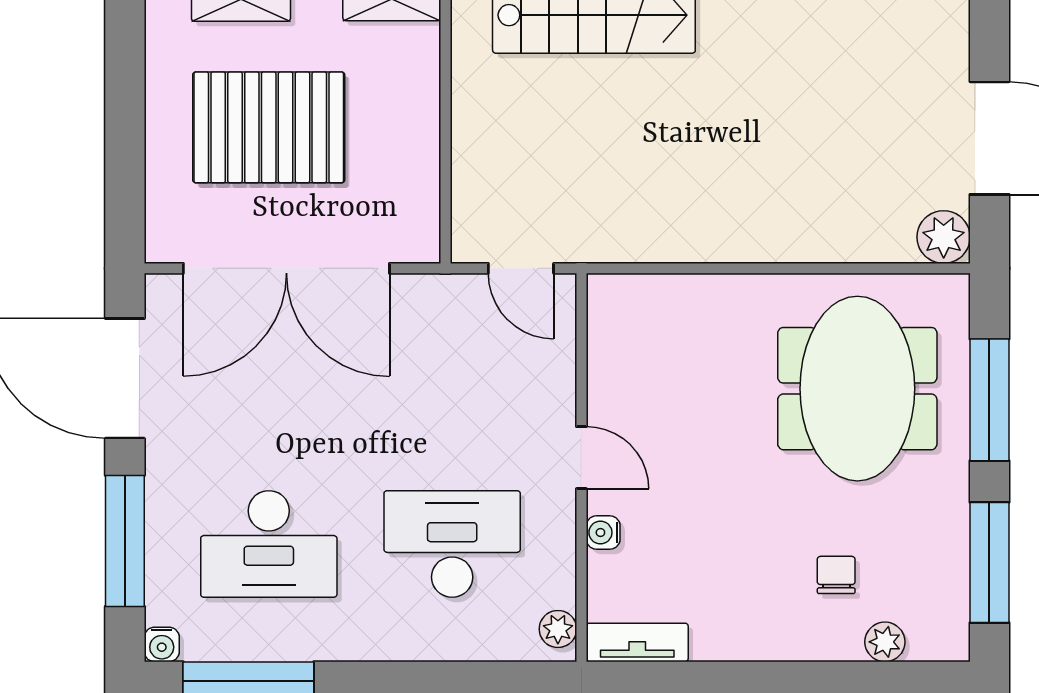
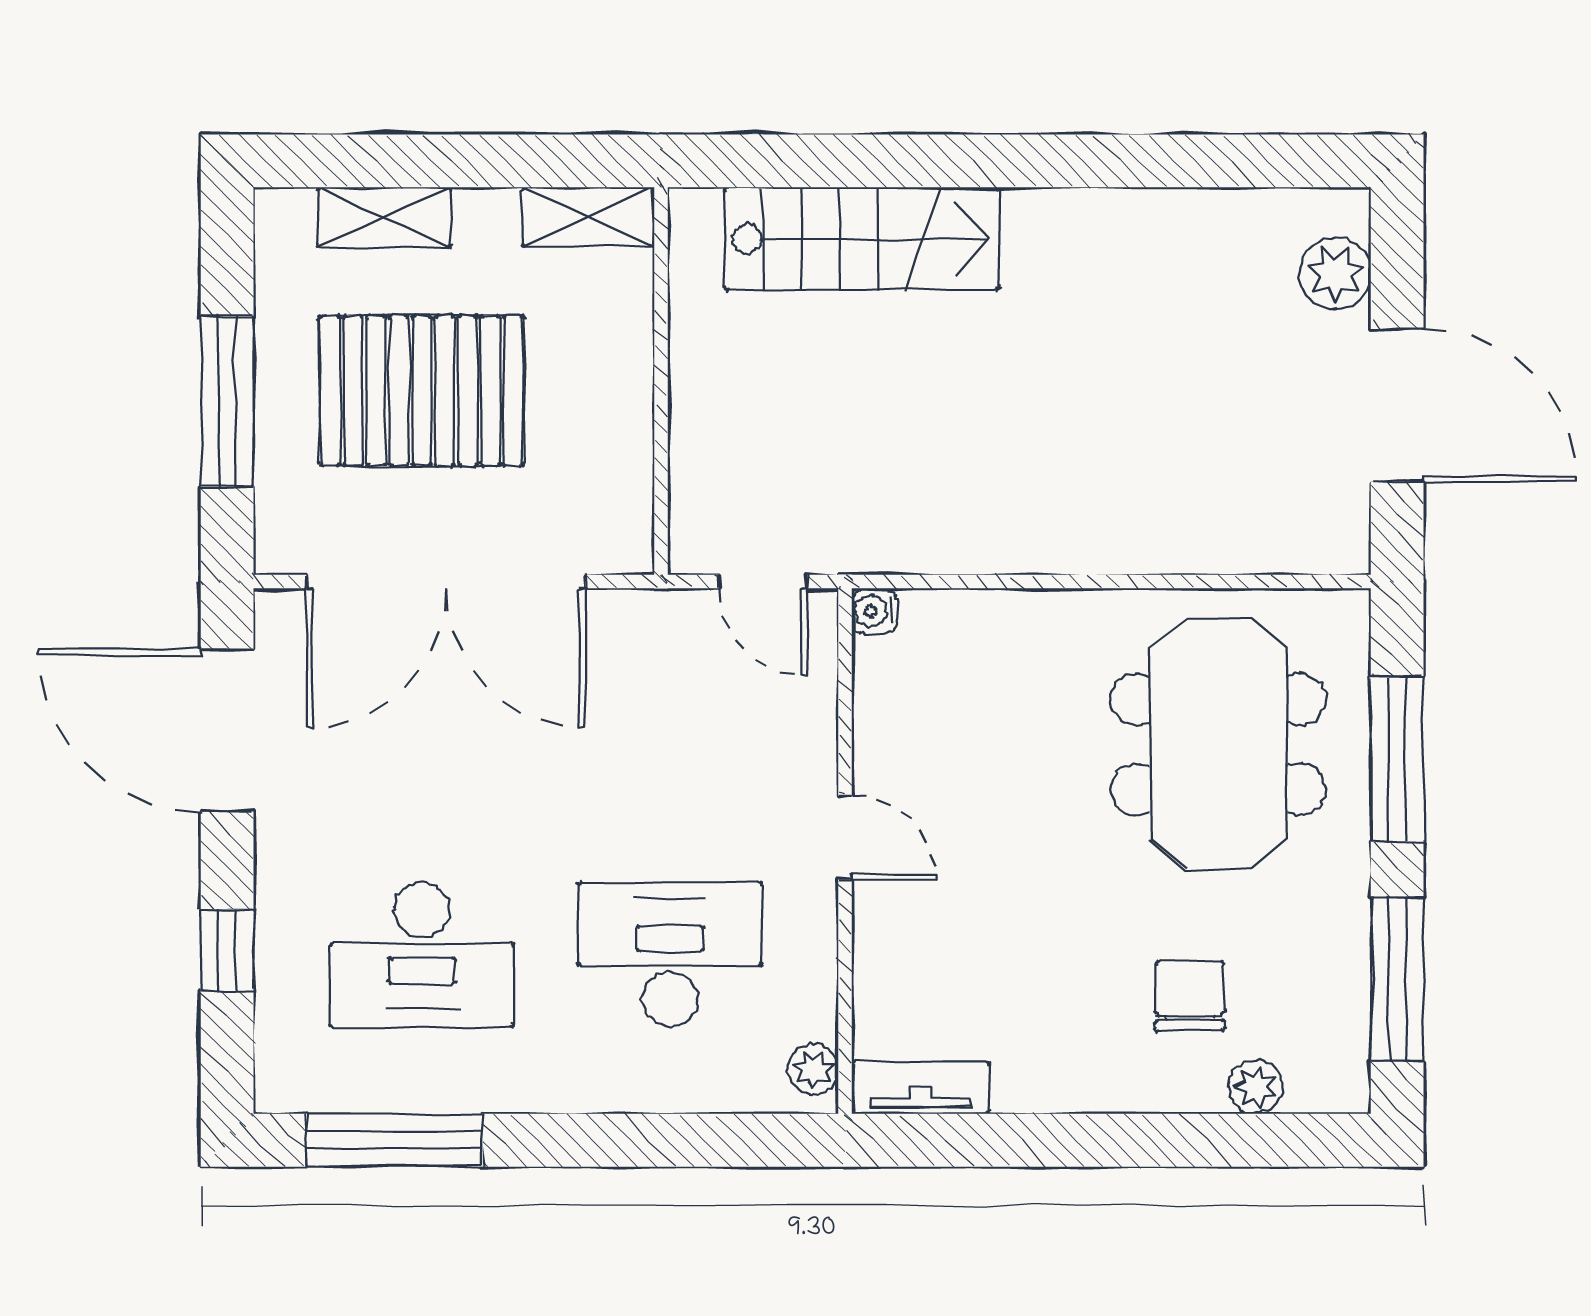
window: (125, 135) -> (227, 402), added
plant: (944, 237) -> (1335, 274), moved
water cooler: (603, 533) -> (874, 611), moved
window: (125, 541) -> (227, 950), width x0.46
chair: (836, 575) -> (1190, 996), width x1.37, depth x1.37
water cooler: (162, 644) -> (277, 1090), removed

